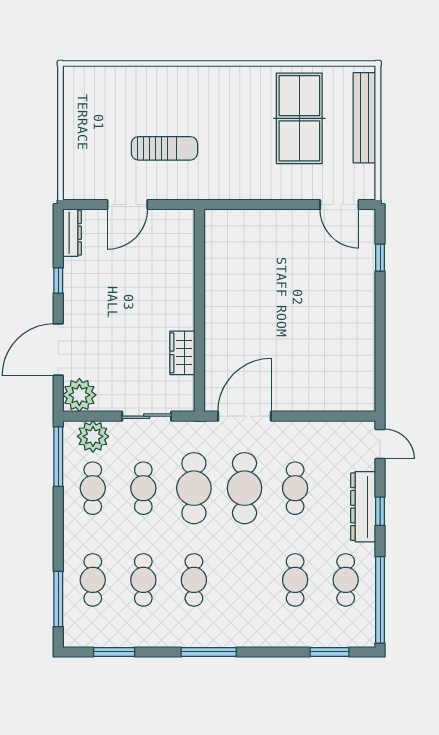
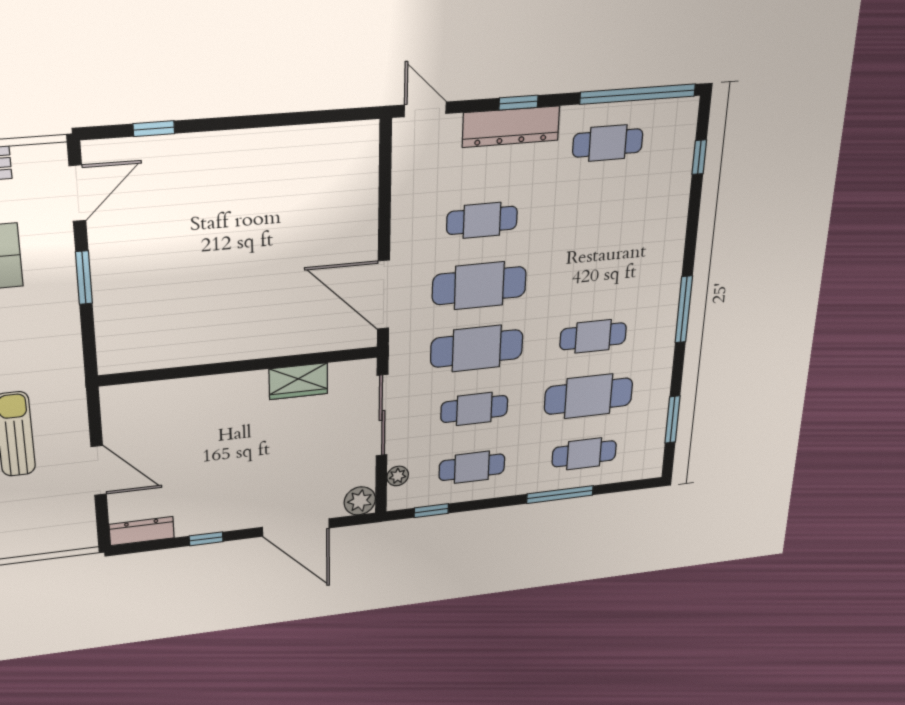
window: (279, 205) -> (84, 278), added
plant: (79, 395) -> (360, 501), width x0.73, depth x0.73
sliding door: (147, 416) -> (382, 415), width x1.37
plant: (93, 436) -> (398, 476), width x0.53, depth x0.53
door: (380, 444) -> (425, 109), hinge flipped
window: (58, 457) -> (431, 511), width x0.46
cafe table: (143, 580) -> (589, 396), width x1.37, depth x1.35
cafe table: (295, 580) -> (603, 210), removed
window: (58, 599) -> (560, 495), moved
window: (330, 652) -> (699, 157), width x0.67

